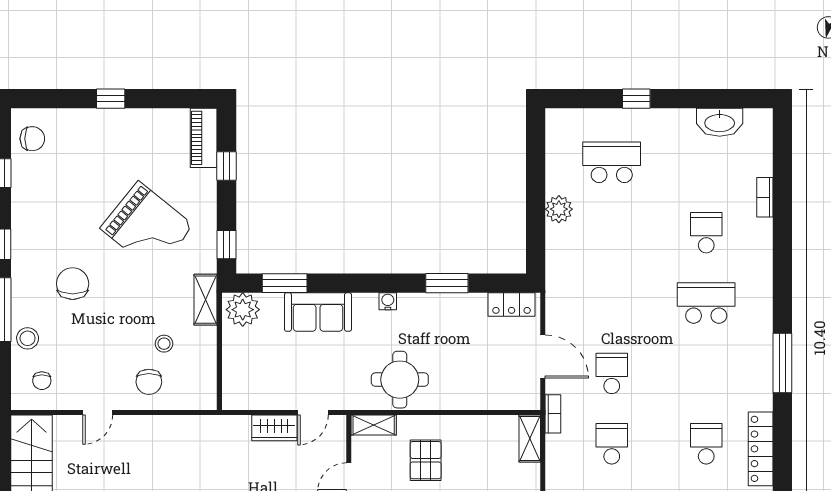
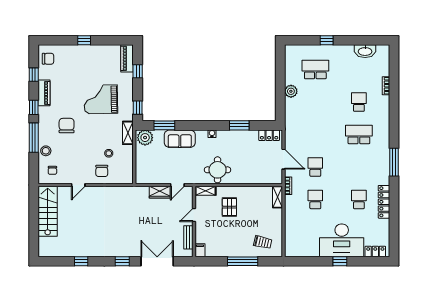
piano: (24, 213) -> (44, 93), added
grand piano: (147, 227) -> (101, 99), turned 140

